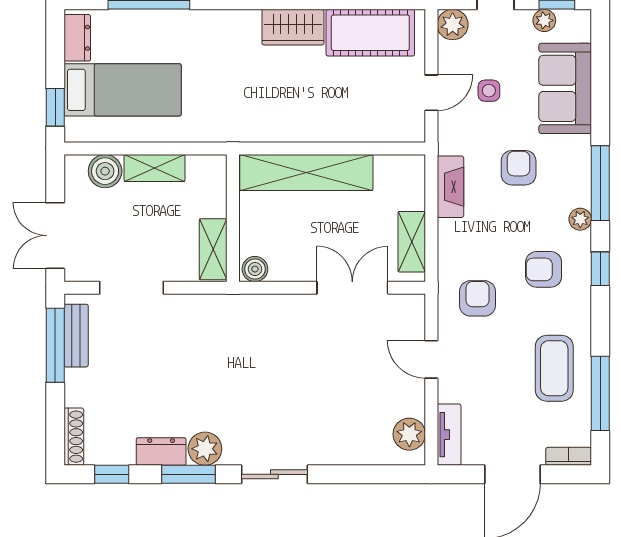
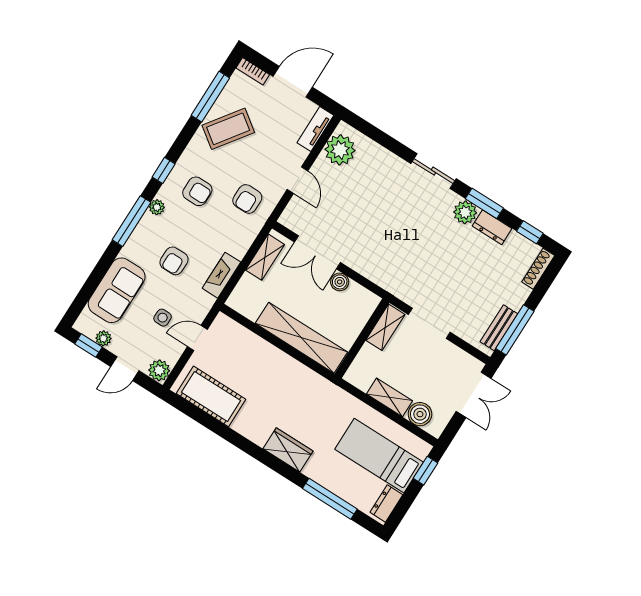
wardrobe: (293, 27) -> (288, 450), moved
boiler: (255, 269) -> (340, 282), moved
doorway: (131, 288) -> (429, 323), moved
coffee table: (554, 368) -> (228, 129), turned 36
plant: (409, 434) -> (340, 150), width x1.36, depth x1.36

